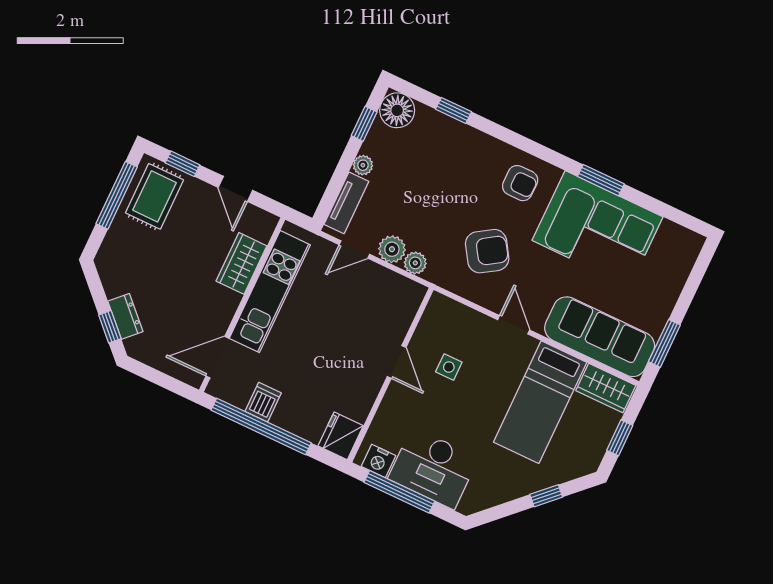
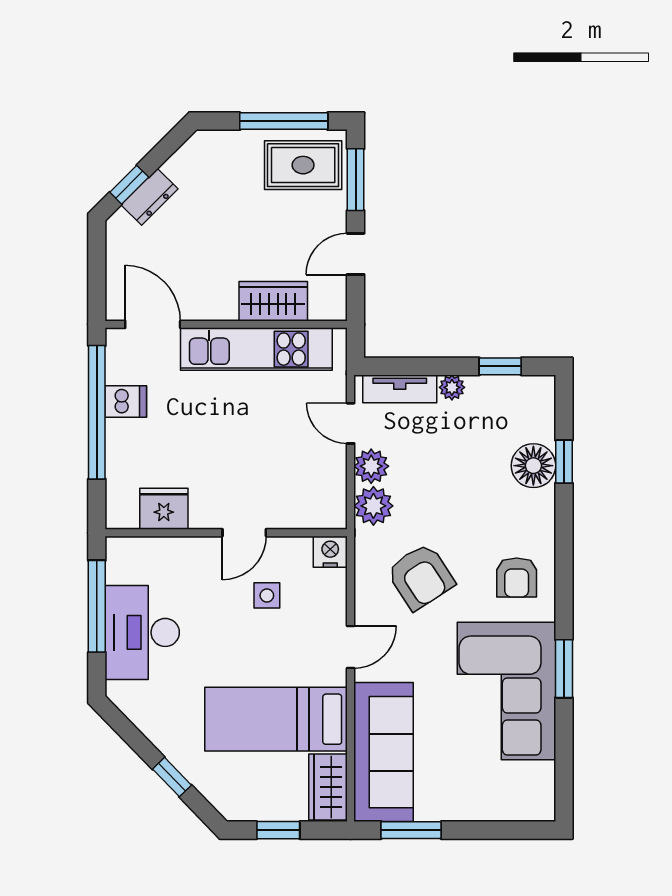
floor lamp: (397, 110) -> (533, 466), moved
window: (183, 164) -> (356, 180), width x1.50
plant: (415, 263) -> (373, 506), width x1.38, depth x1.38
fridge: (341, 436) -> (164, 509), moved
nightstand: (378, 461) -> (330, 552), moved, turned 90

